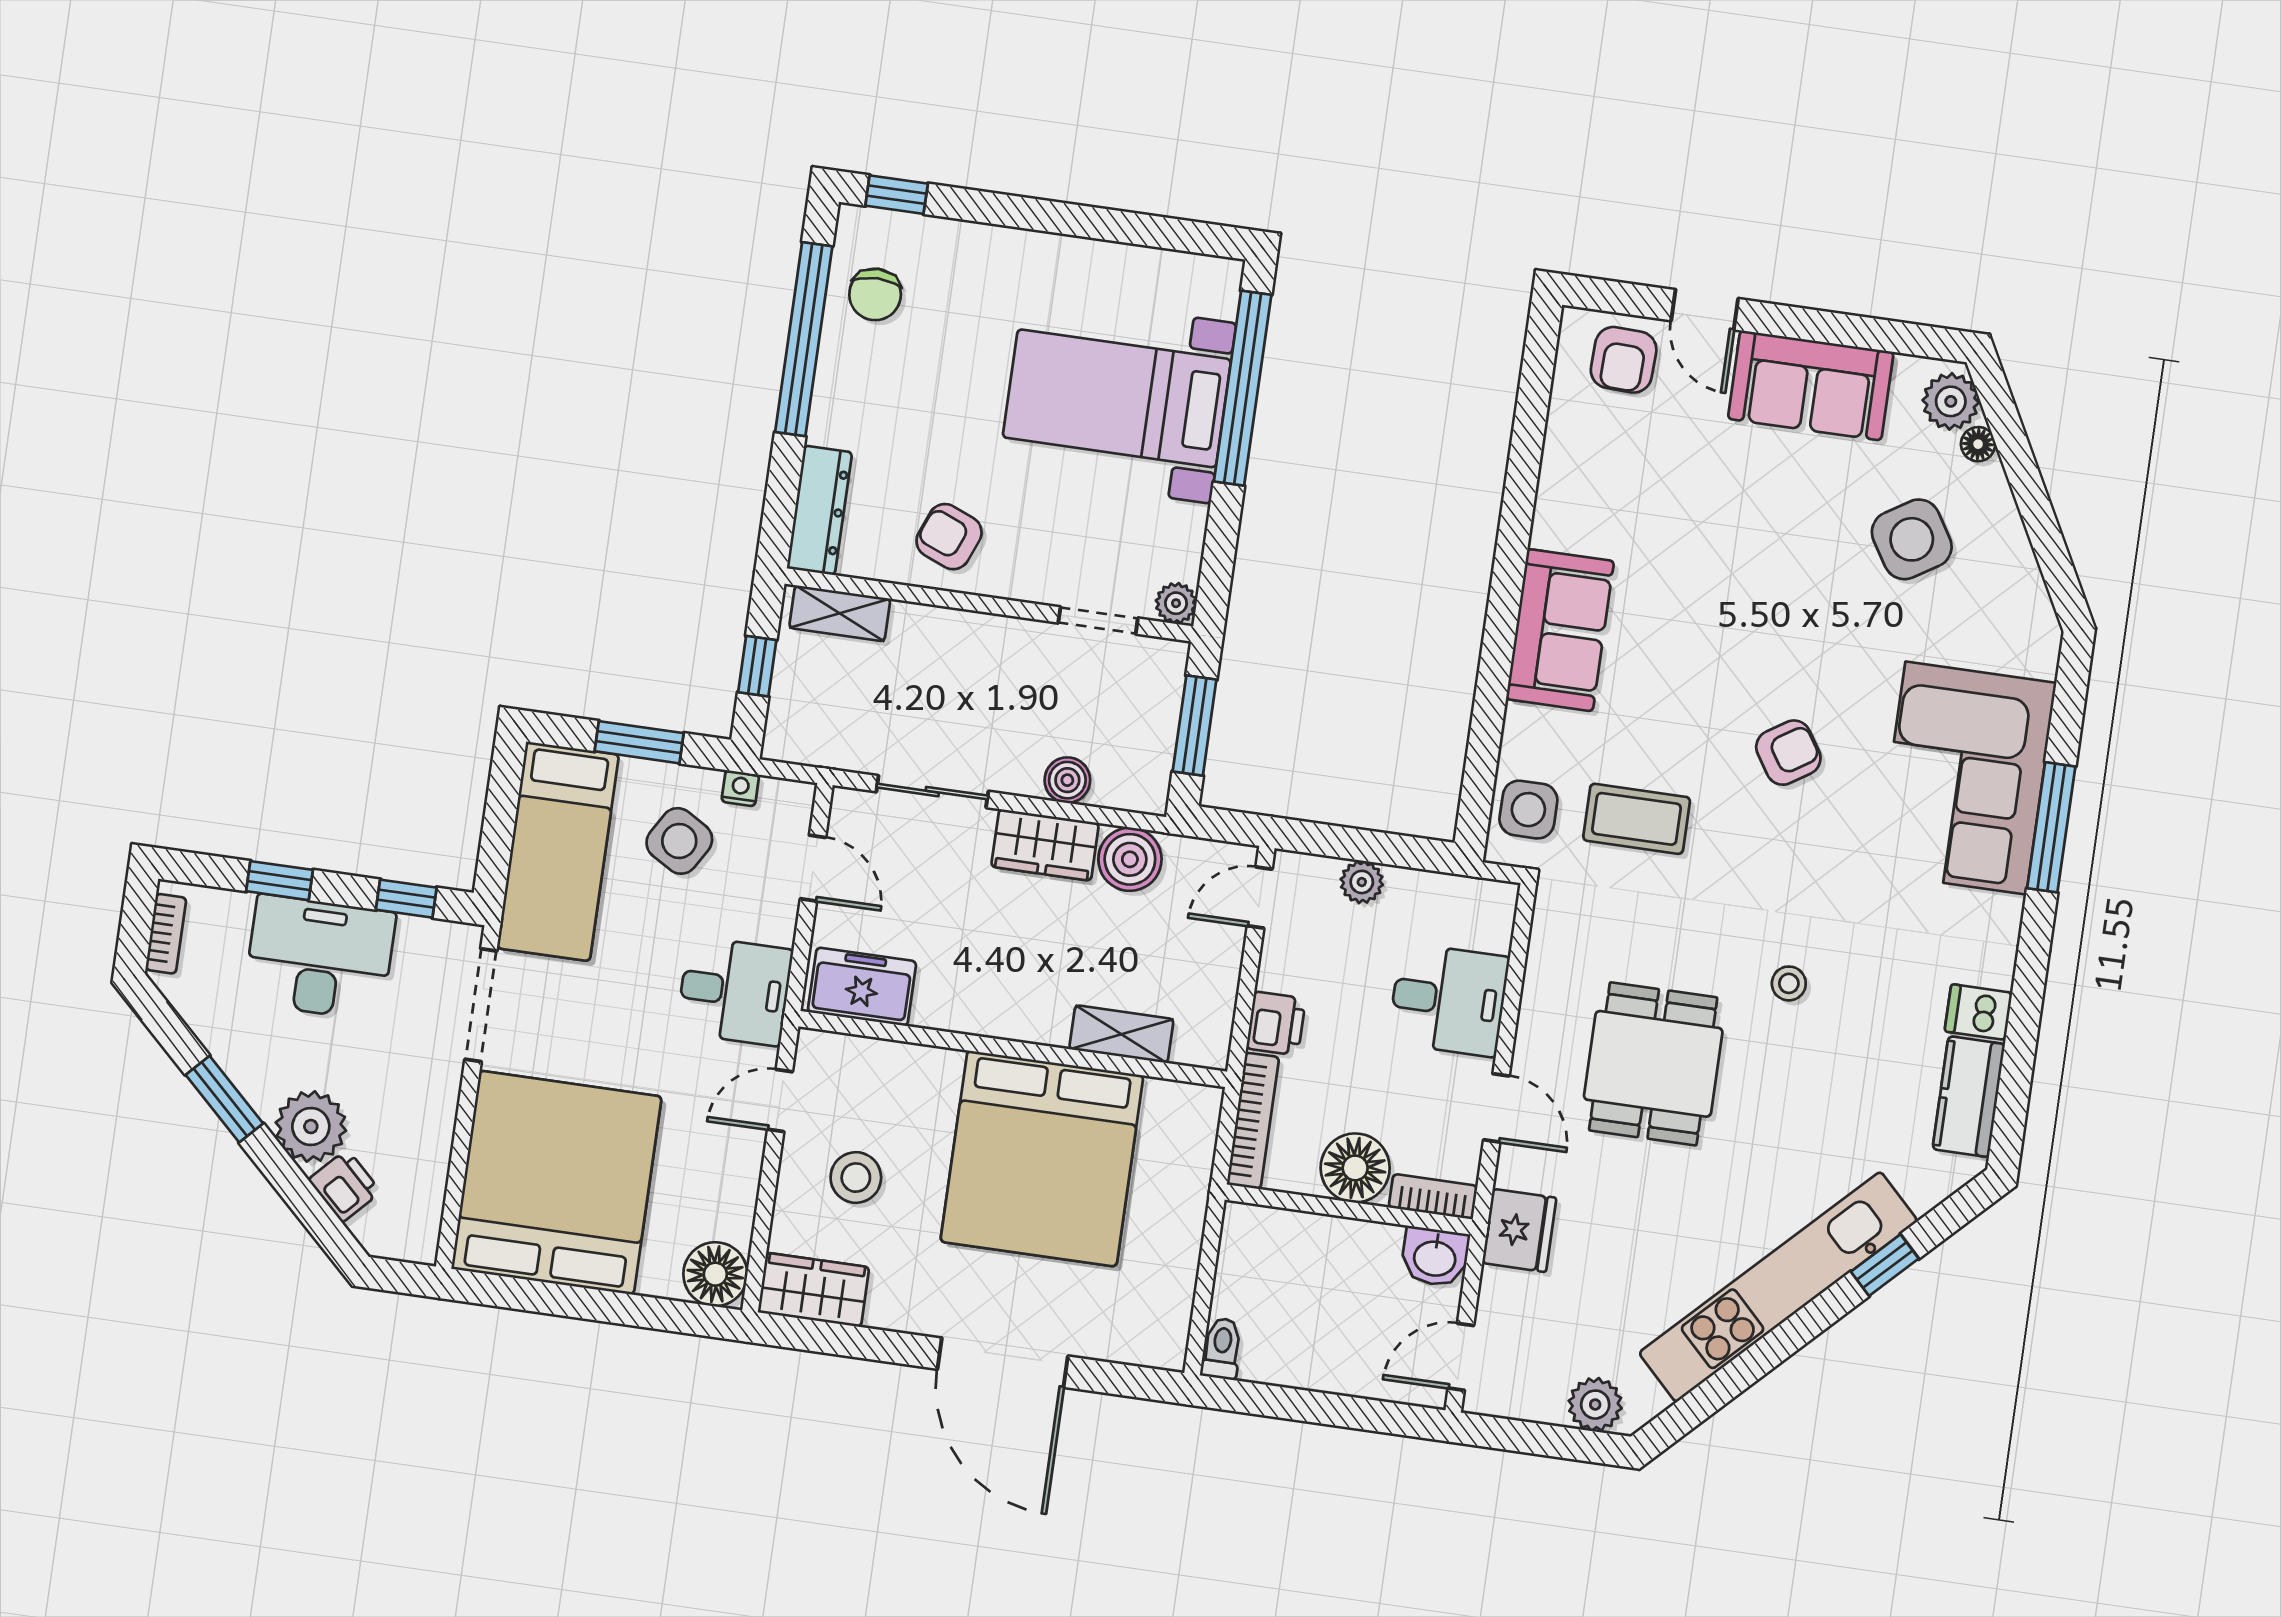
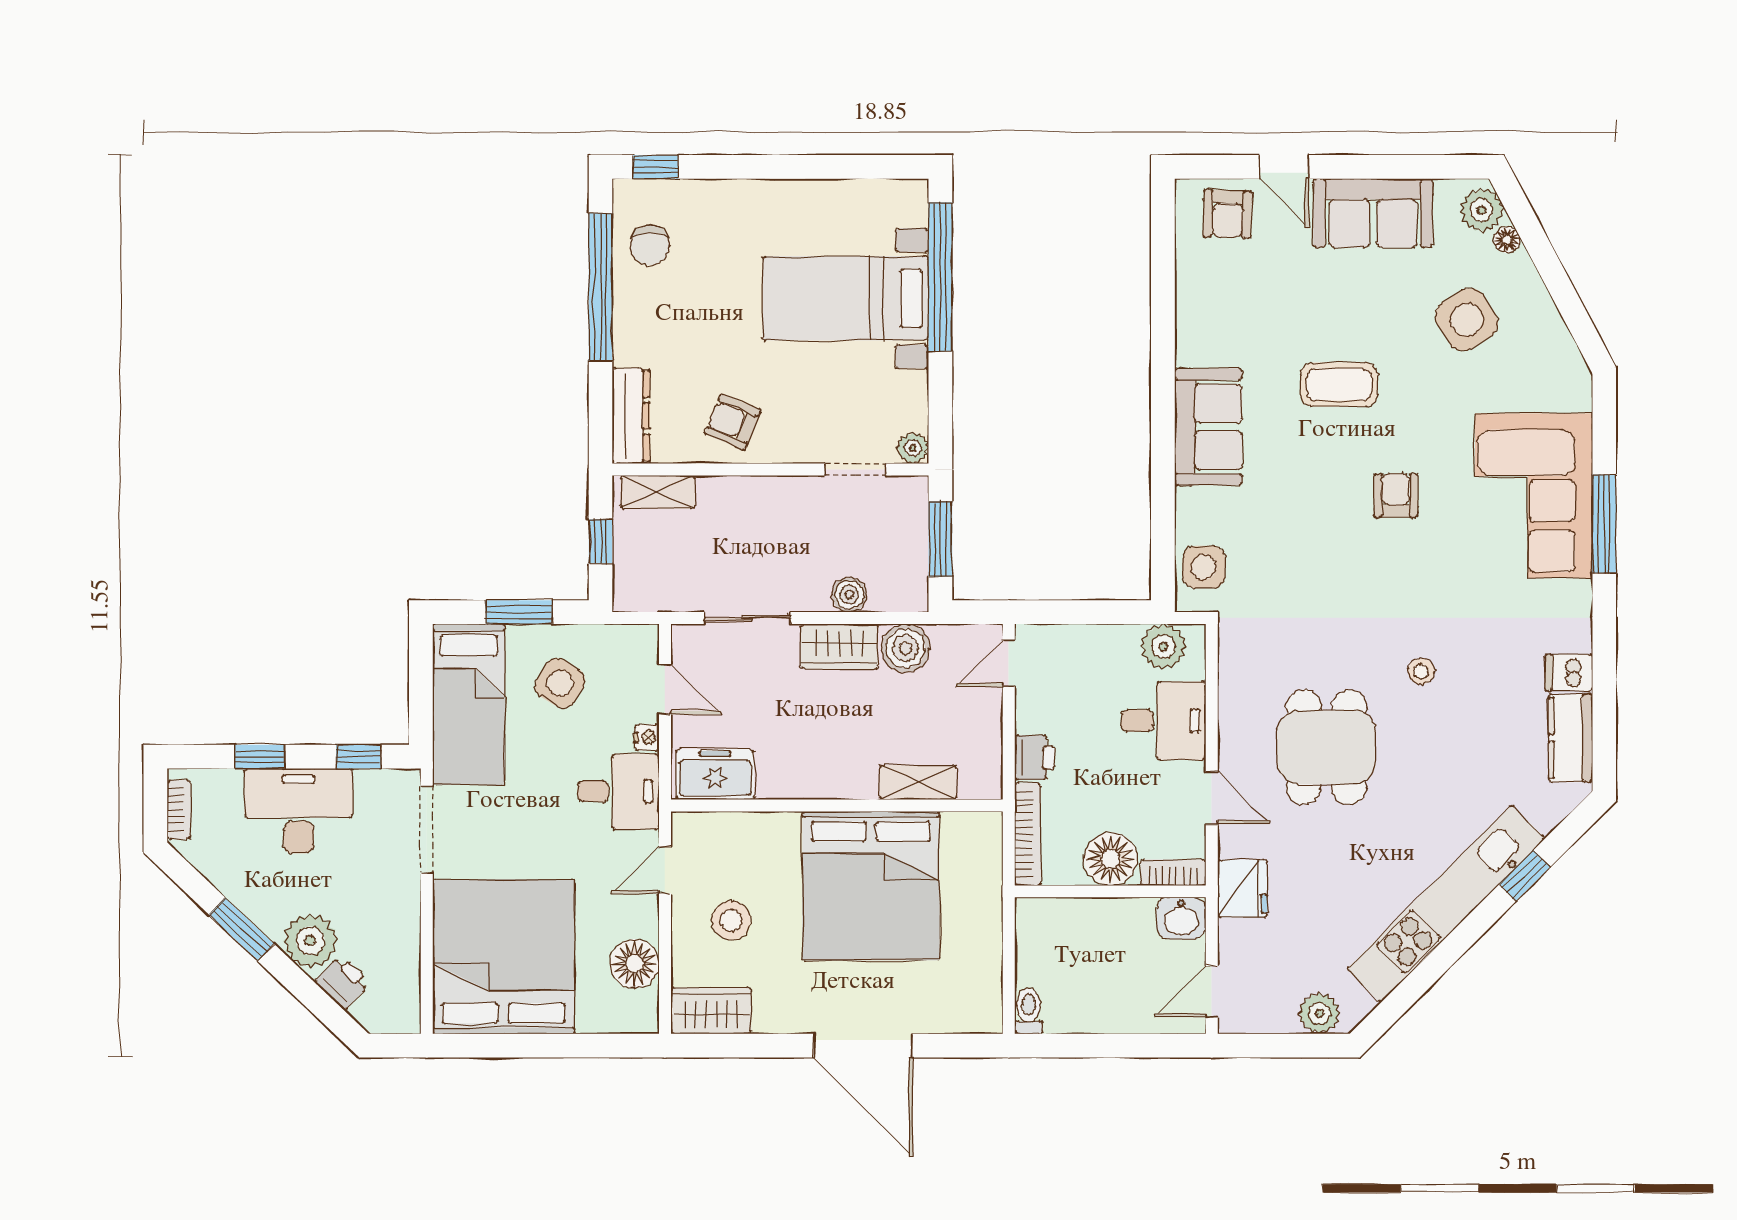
armchair: (1788, 753) -> (1396, 495), turned -57
nightstand: (740, 788) -> (647, 737), moved, turned 90
coffee table: (1637, 819) -> (1339, 385), moved
plant: (1362, 882) -> (1163, 646), moved, width x1.38, depth x1.38
floor lamp: (715, 1274) -> (634, 964), moved

